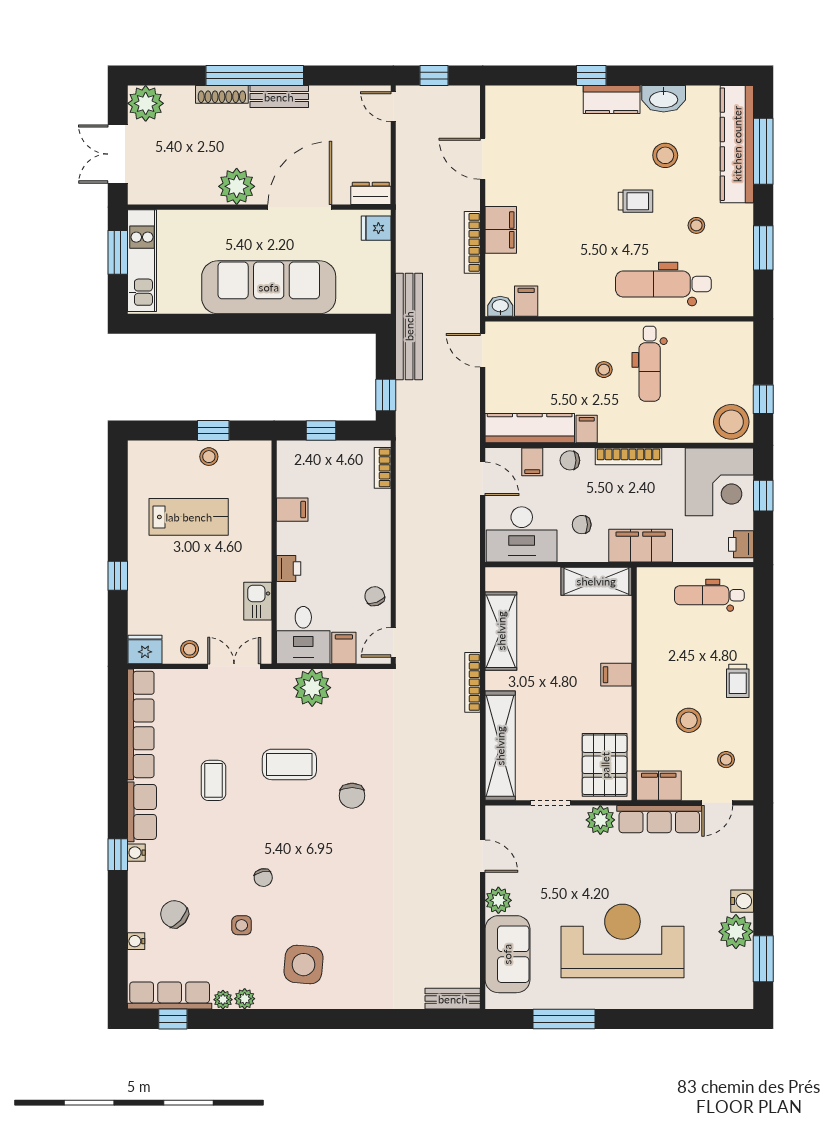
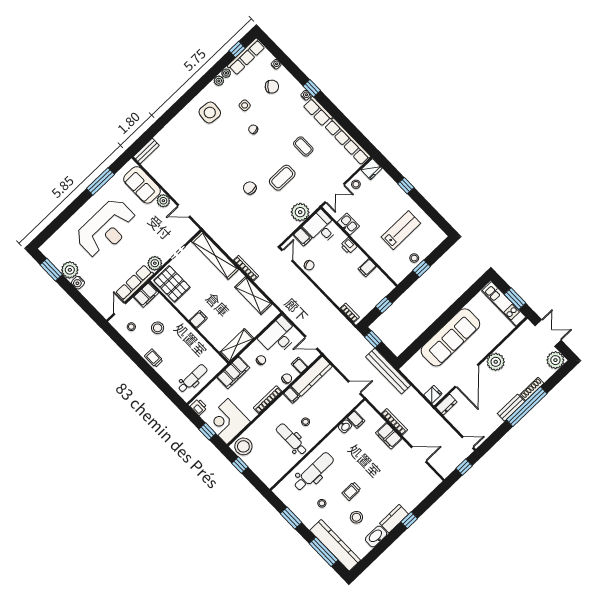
washbasin: (500, 306) -> (345, 426), moved
lab bench: (189, 517) -> (401, 230), turned 180

